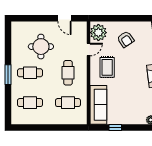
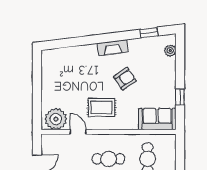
armchair: (126, 39) -> (125, 79), moved
sofa: (98, 105) -> (157, 119), width x0.73

